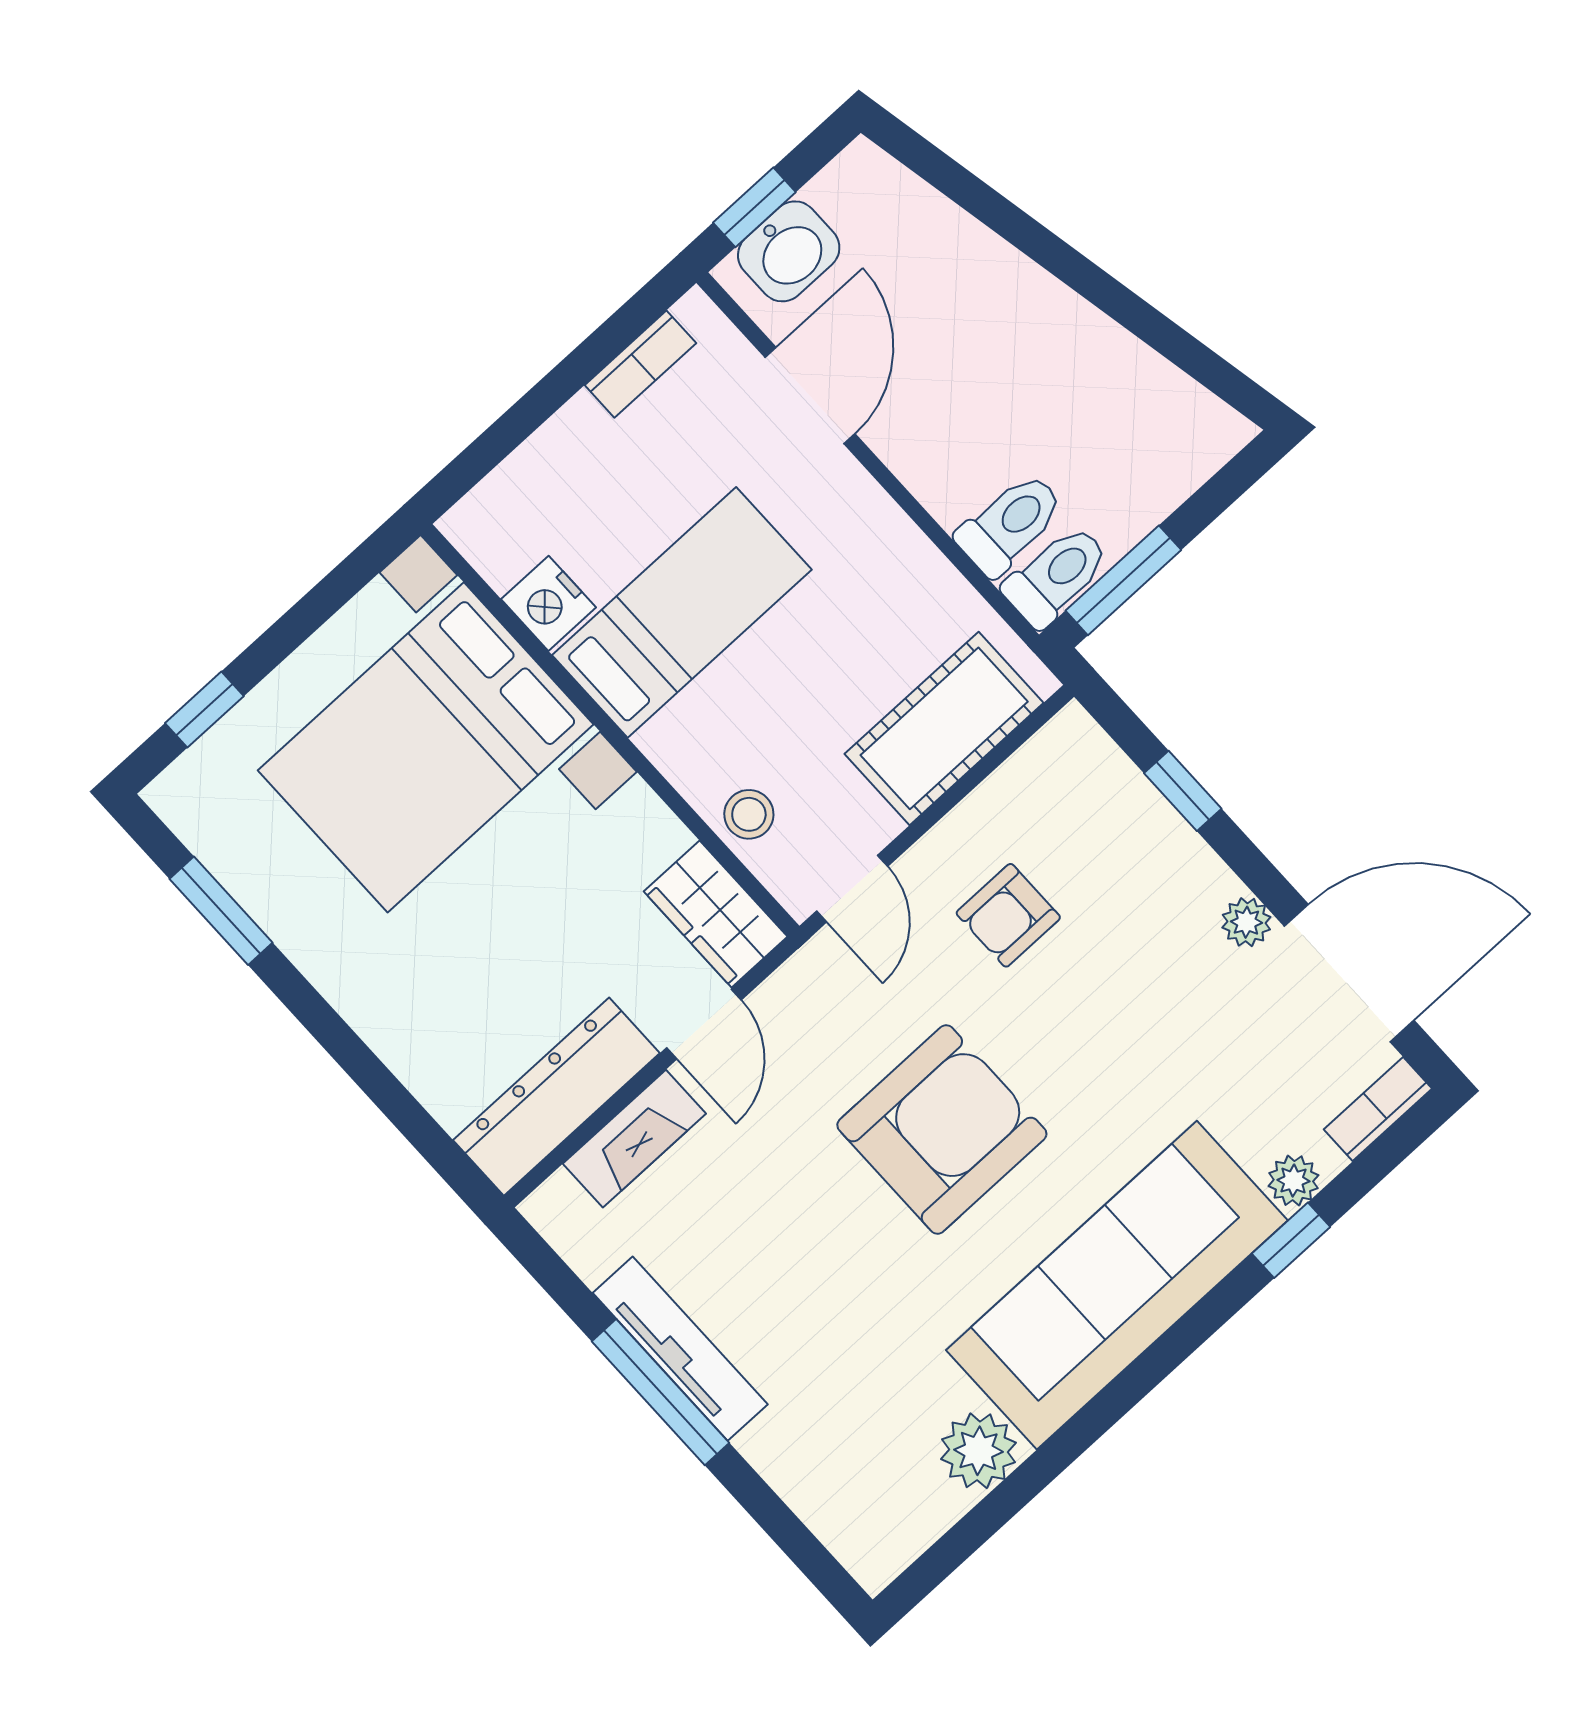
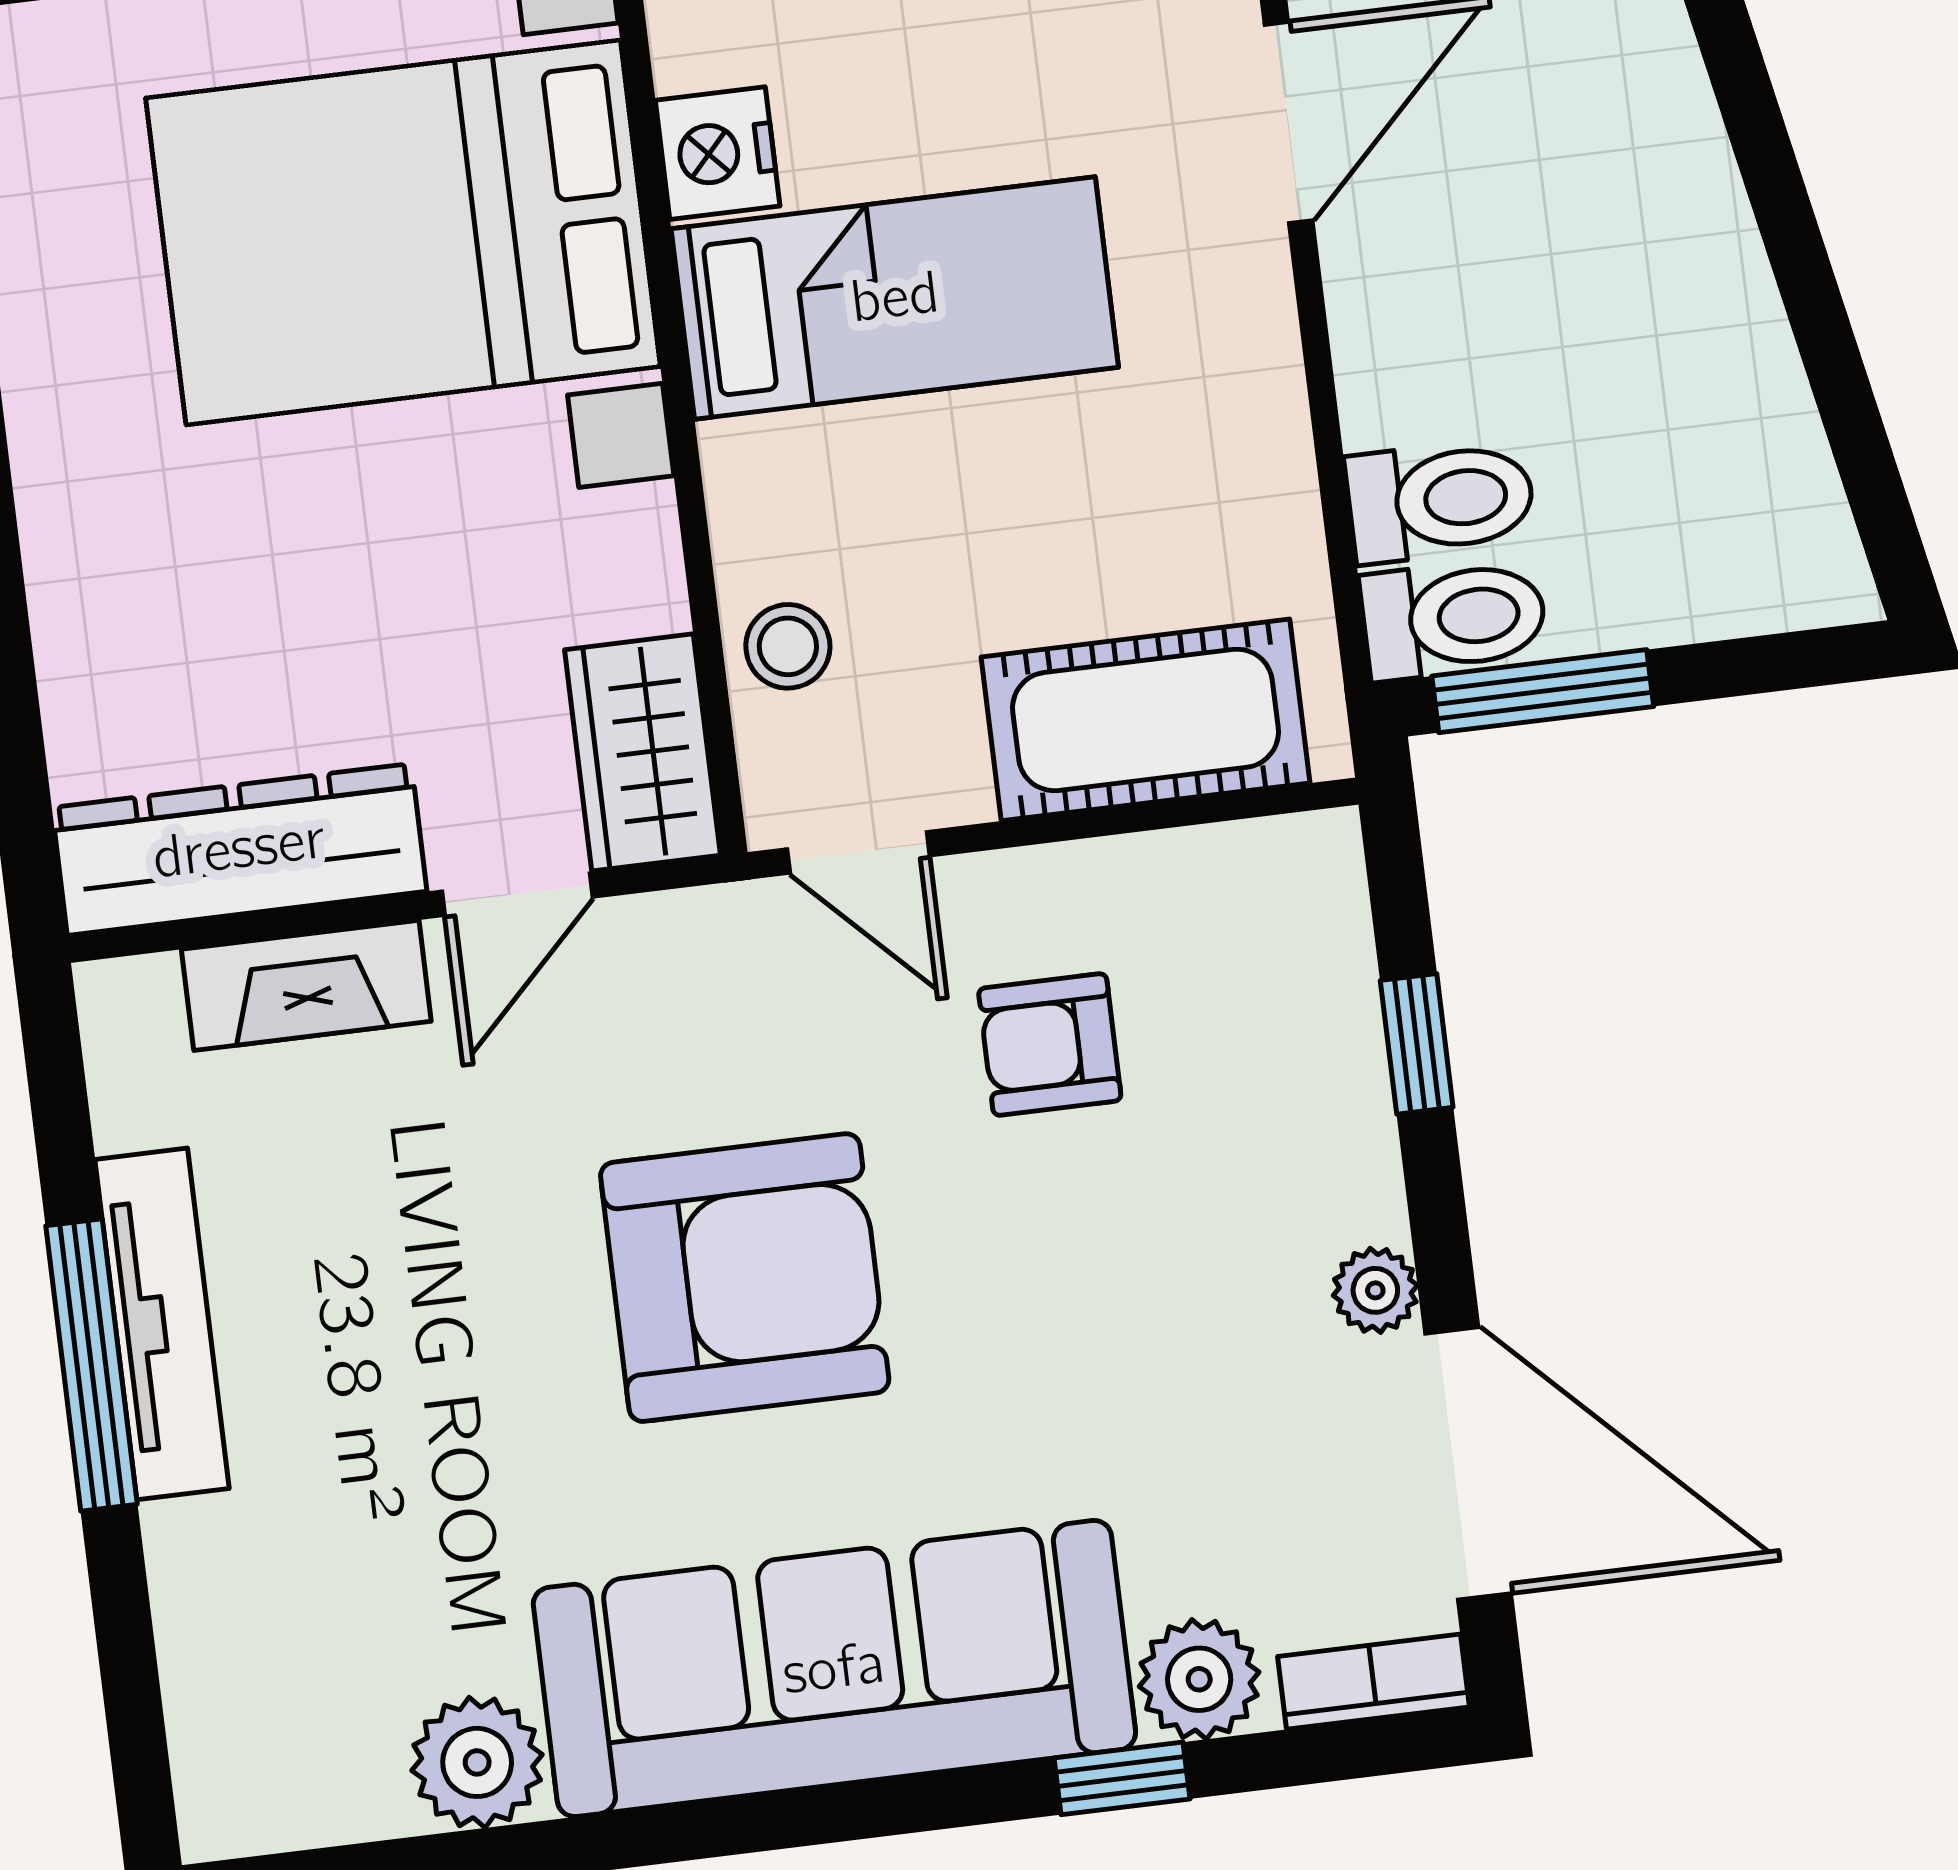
door: (852, 889) -> (858, 852), hinge flipped
plant: (1293, 1181) -> (1199, 1679), width x1.38, depth x1.38

